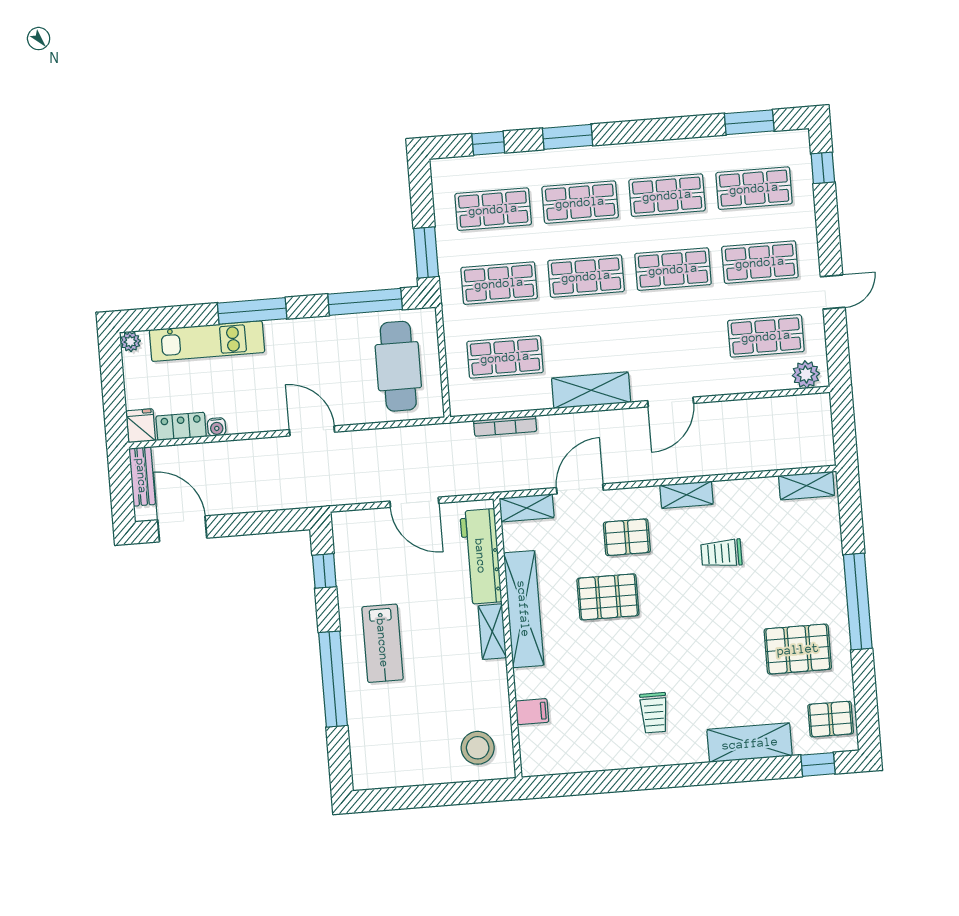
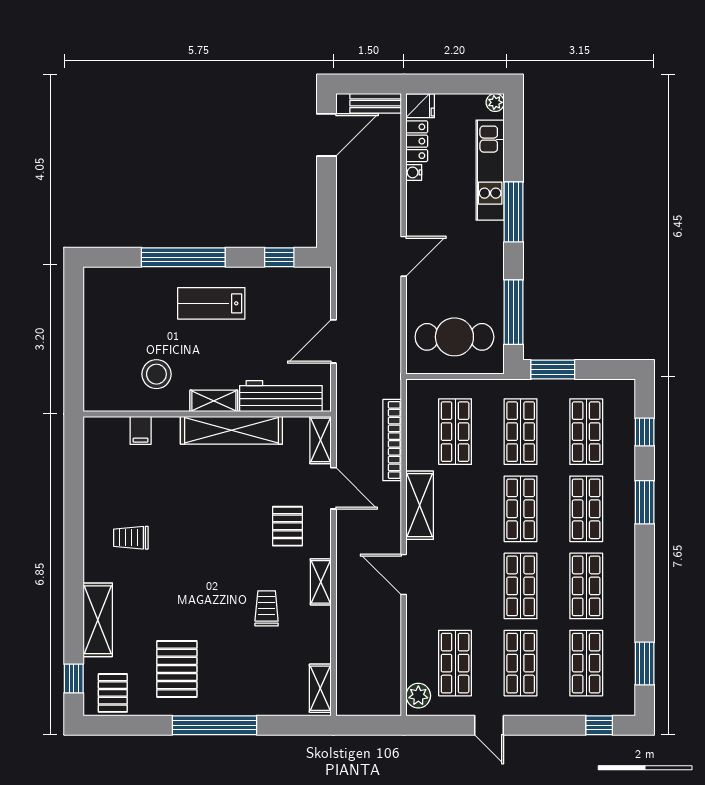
bookcase: (505, 426) -> (392, 440), width x1.48, depth x1.31
pallet: (608, 597) -> (236, 505), removed
stool: (478, 748) -> (156, 374), moved

